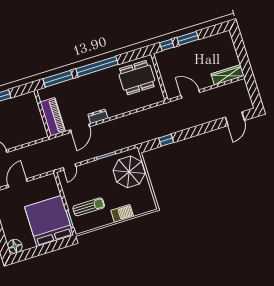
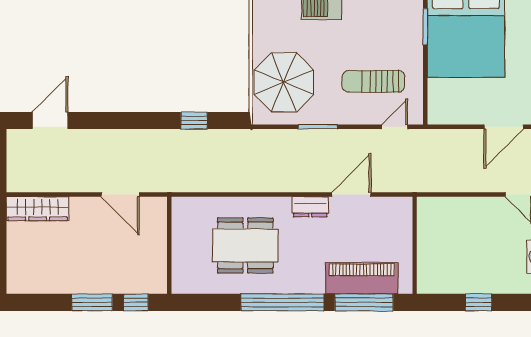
dining table: (137, 78) -> (245, 245), moved
piano: (53, 117) -> (362, 278), moved, turned 90
sun lounger: (89, 207) -> (373, 81), moved

